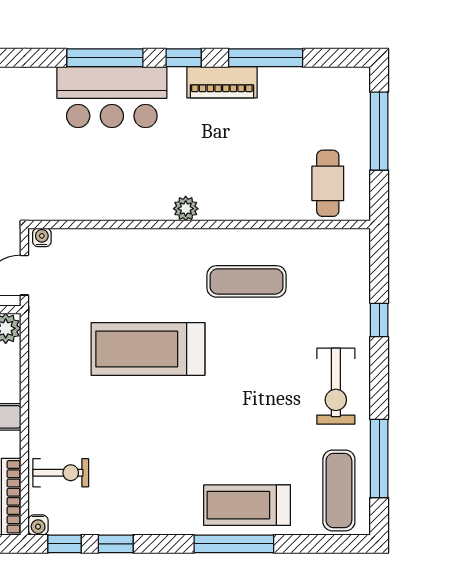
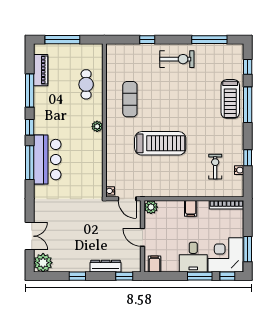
piano: (222, 82) -> (41, 70), moved
cafe table: (328, 183) -> (86, 84), moved, turned 90
treadmill: (148, 349) -> (160, 143), turned -90
exercise bike: (61, 473) -> (215, 167), moved
exercise mat: (339, 491) -> (224, 58), removed
water cooler: (38, 525) -> (239, 170), moved
window: (64, 544) -> (248, 67), moved

